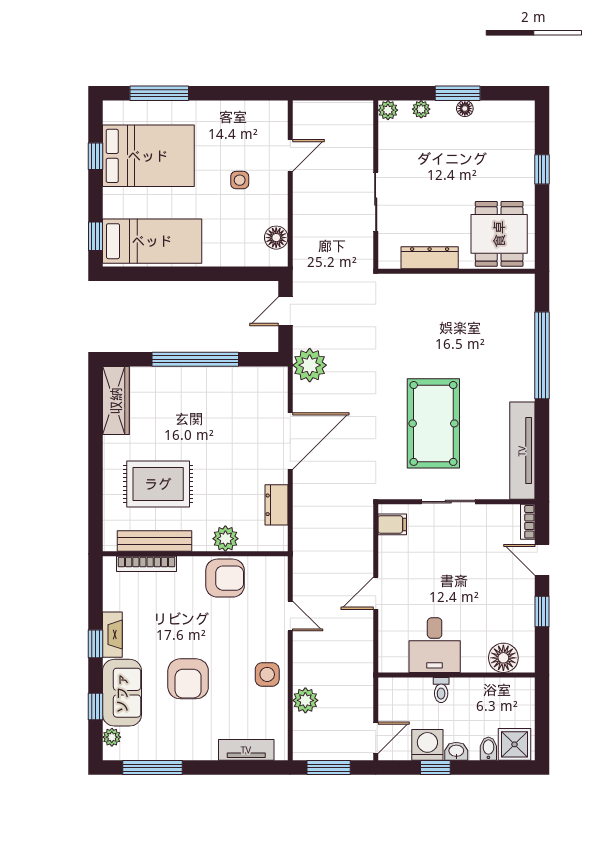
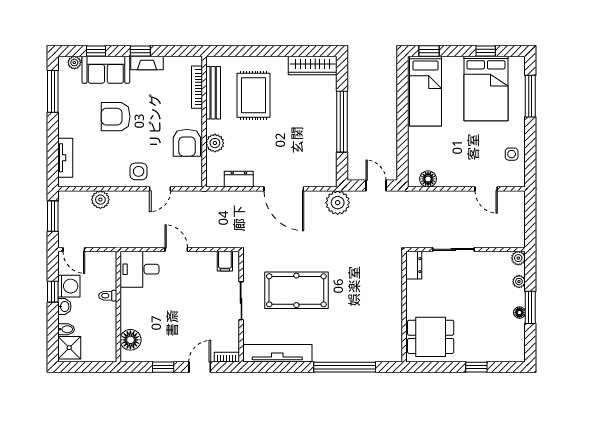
side table: (240, 180) -> (512, 154), moved
dresser: (430, 258) -> (414, 265), moved, width x0.70
desk: (435, 645) -> (139, 269), moved
side table: (267, 674) -> (139, 171), moved

